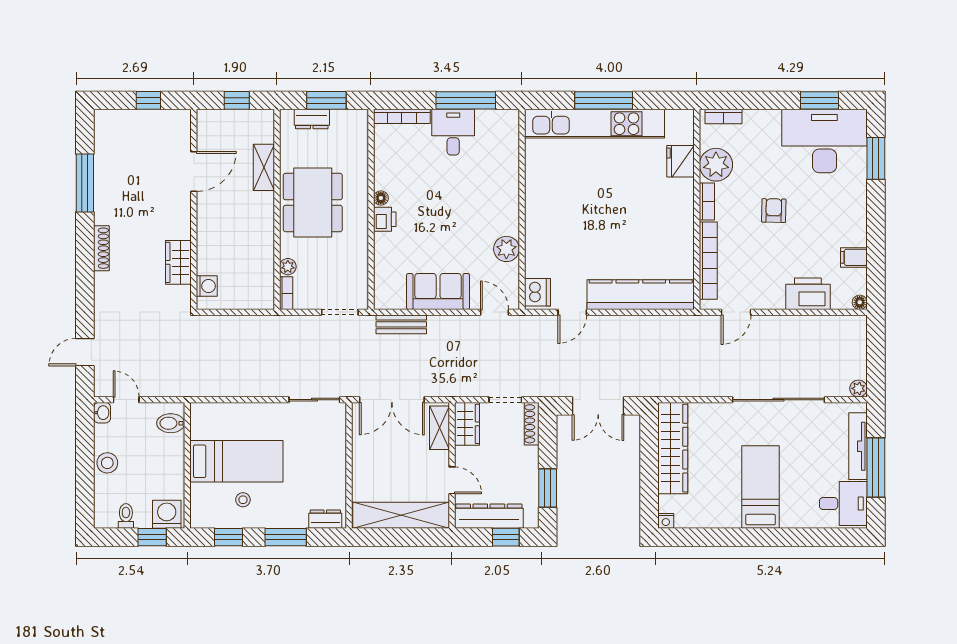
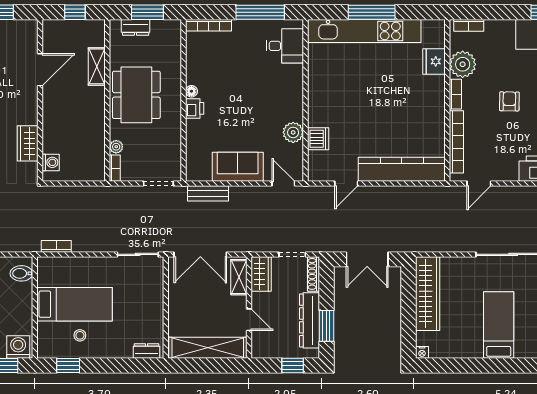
desk: (453, 132) -> (285, 46), moved, turned 90
dishwasher: (537, 292) -> (318, 139), moved
bookcase: (214, 390) -> (56, 246), added
dresser: (489, 516) -> (309, 320), moved, turned -90
window: (286, 537) -> (114, 366), removed

